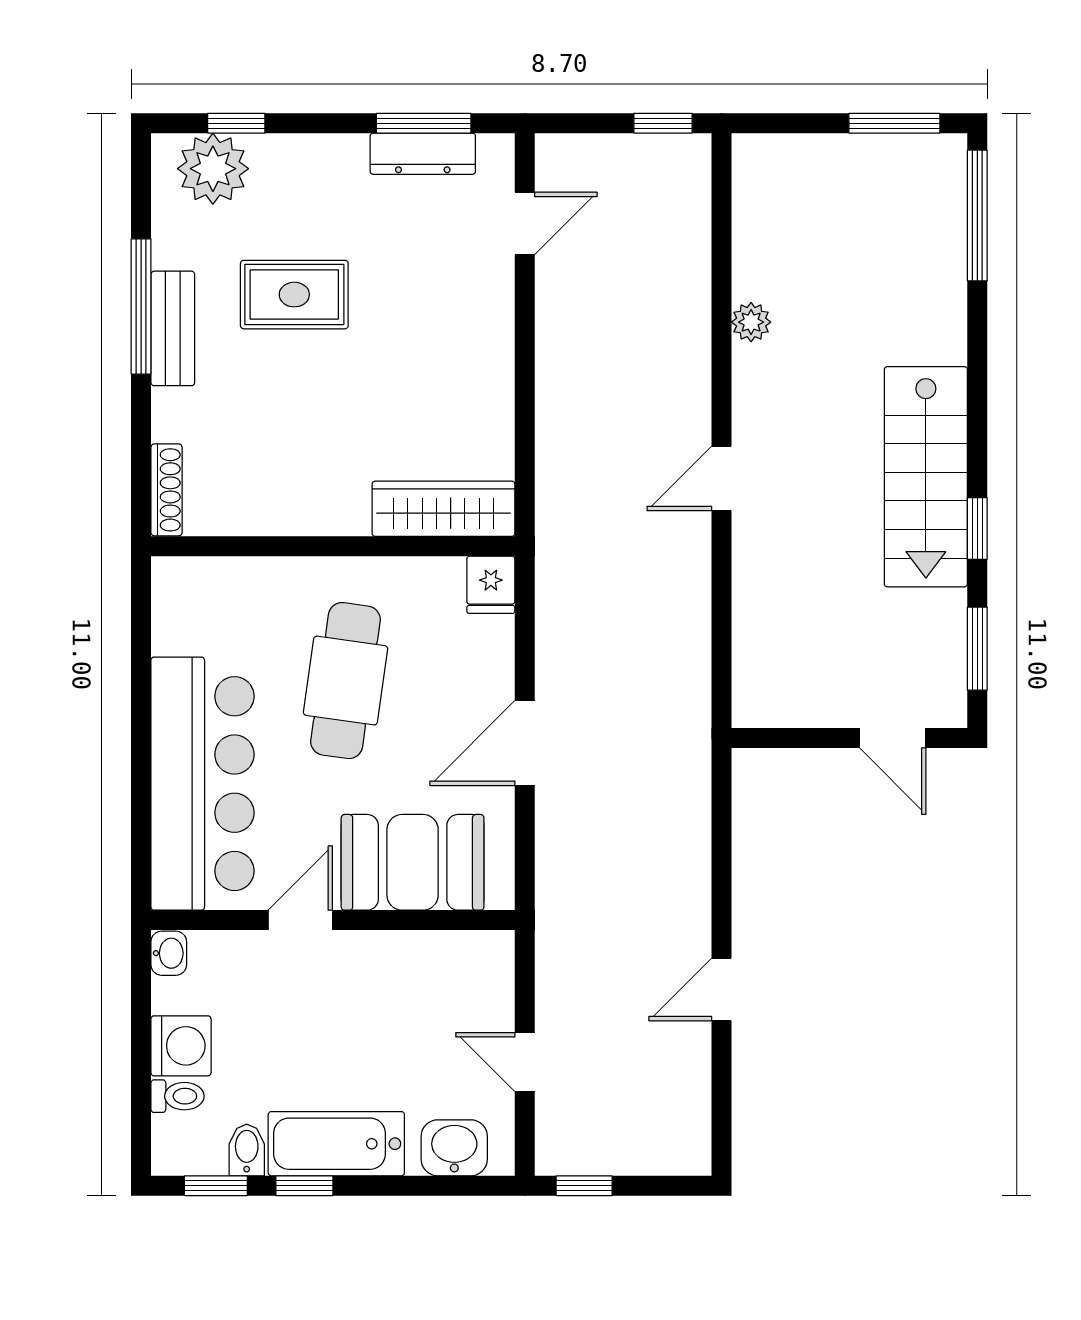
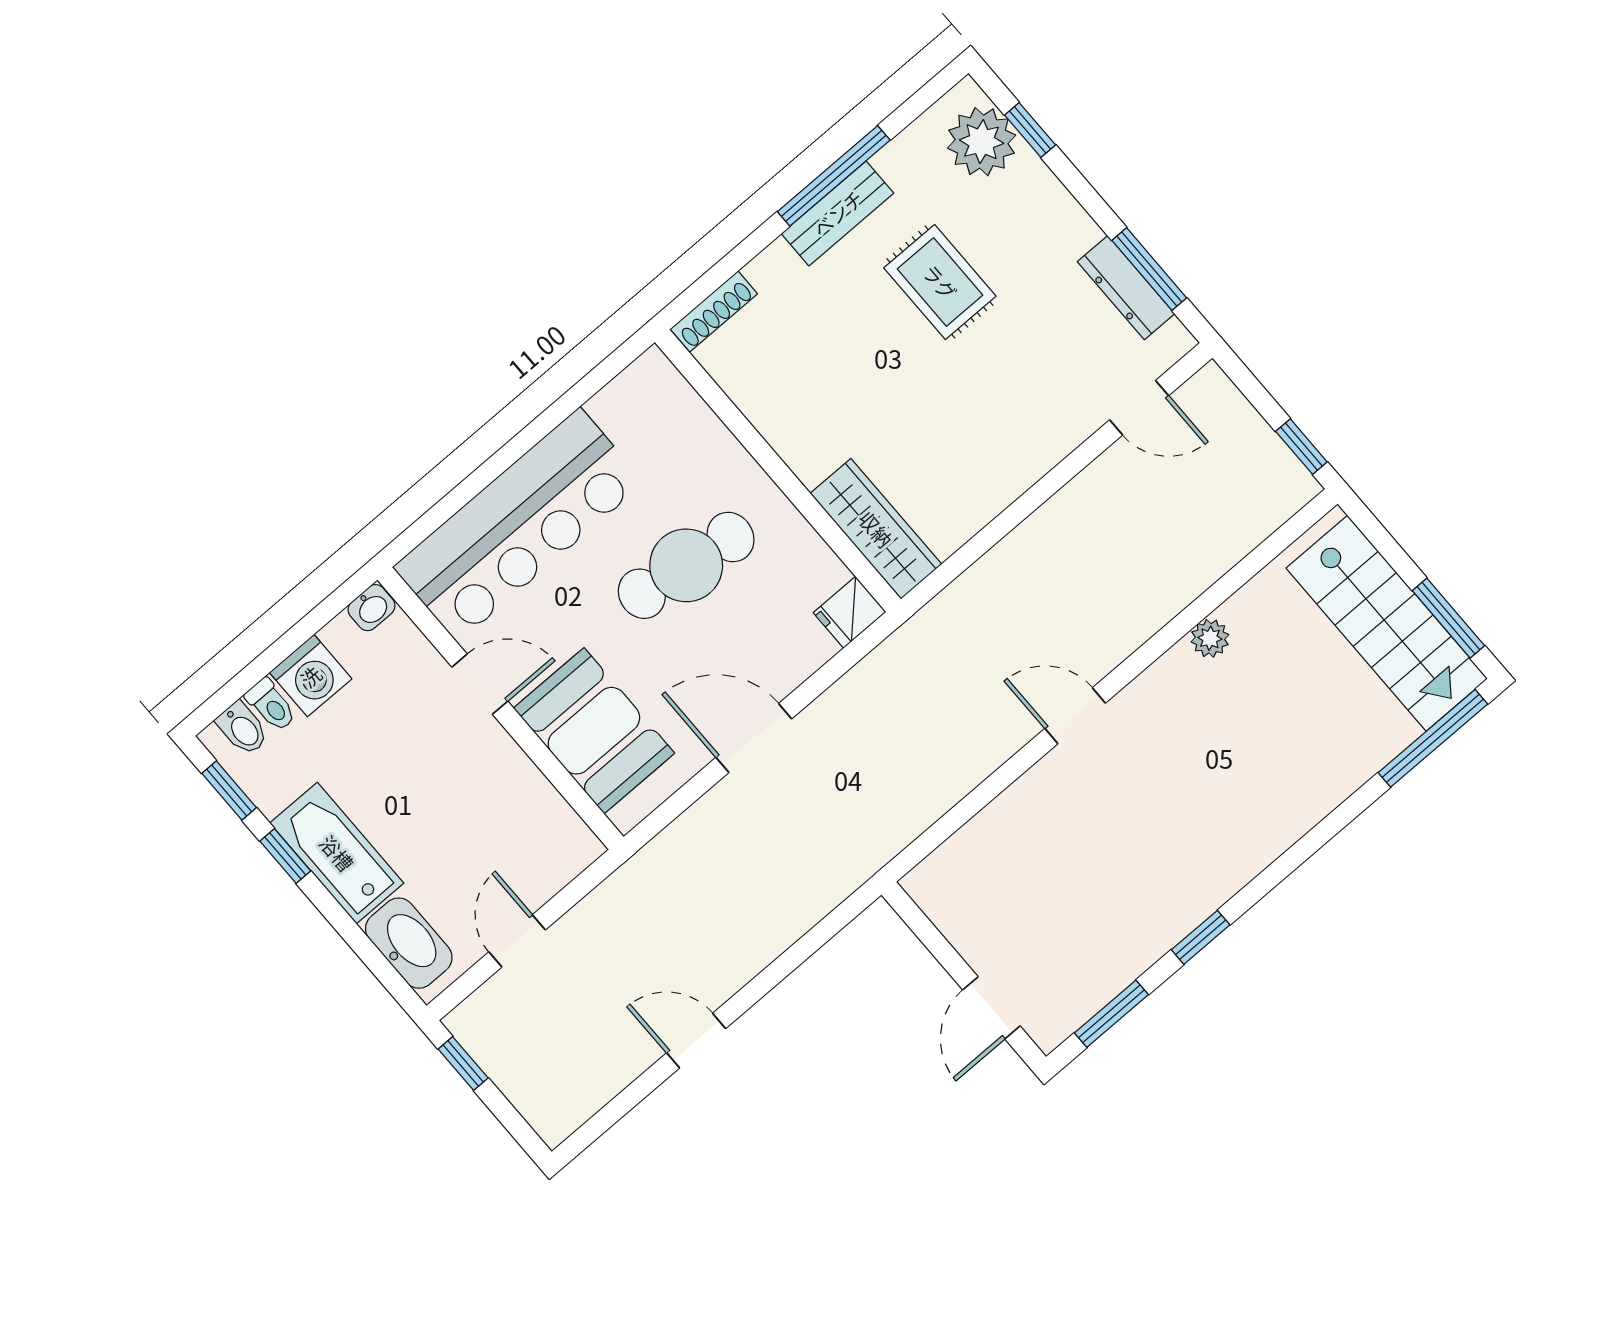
stairs: (926, 477) -> (1387, 623), moved, turned -90
washbasin: (454, 1148) -> (409, 943), width x1.38
bidet: (247, 1150) -> (243, 728), moved, turned 90

